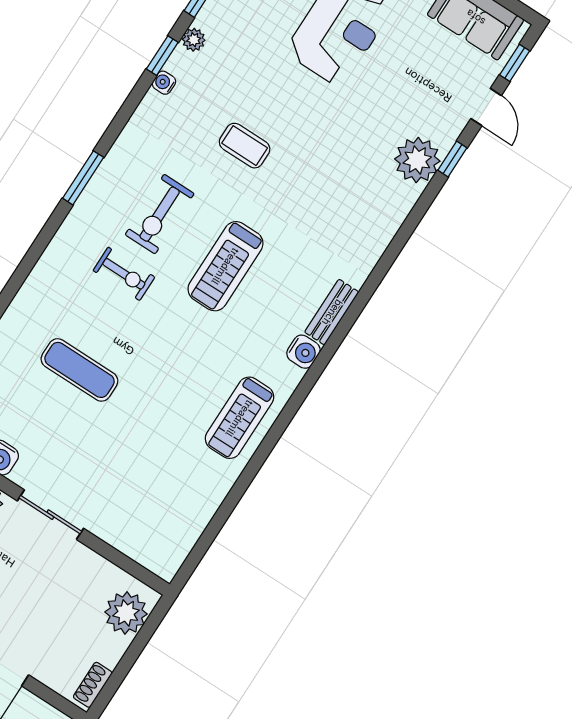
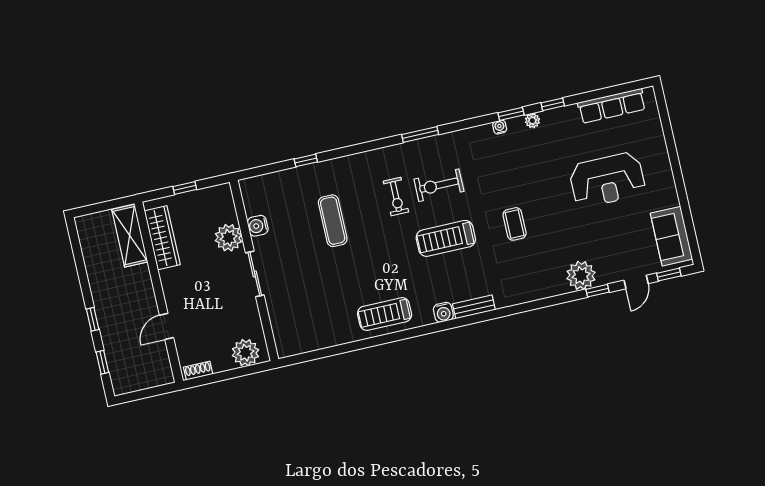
coffee table: (245, 146) -> (515, 224), moved

